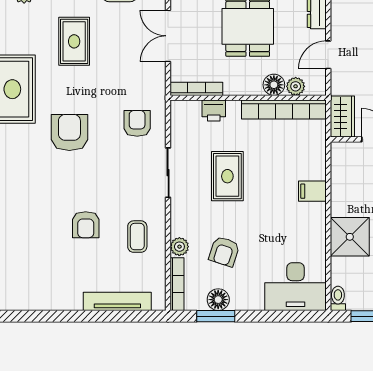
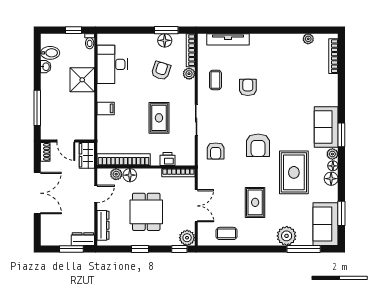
desk: (295, 287) -> (112, 64), moved, turned -90

